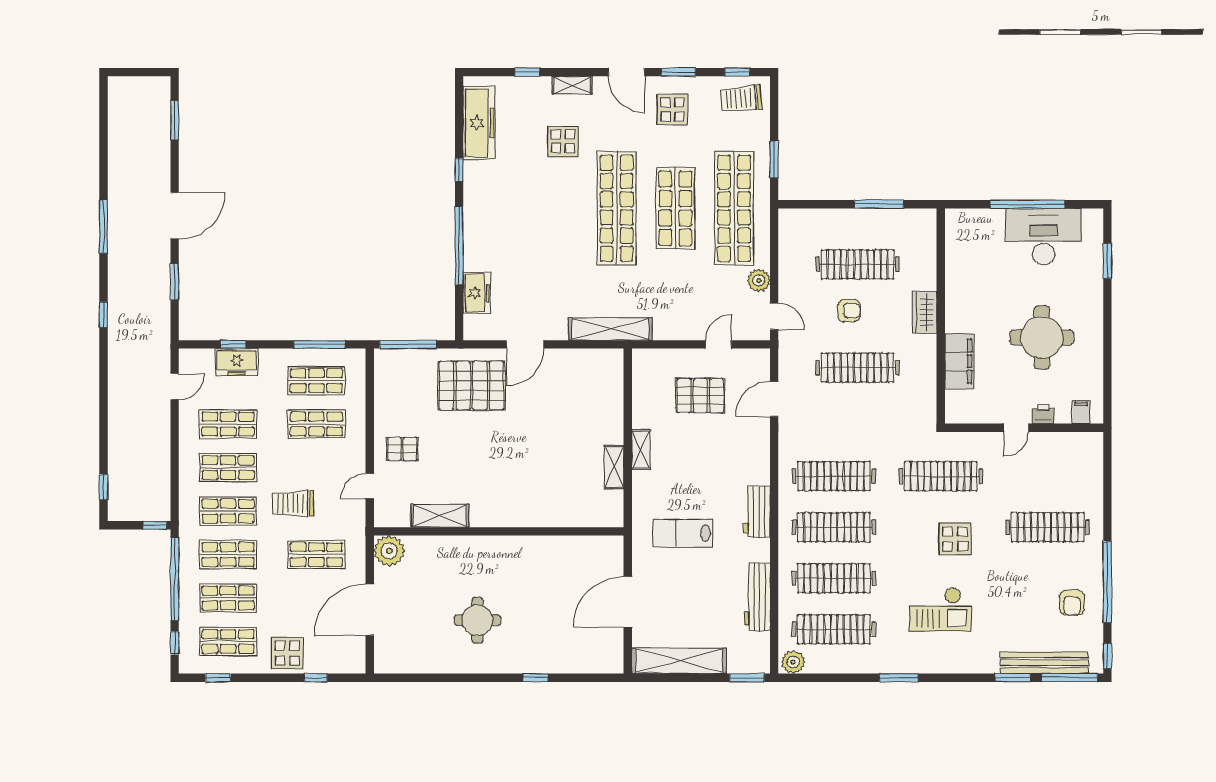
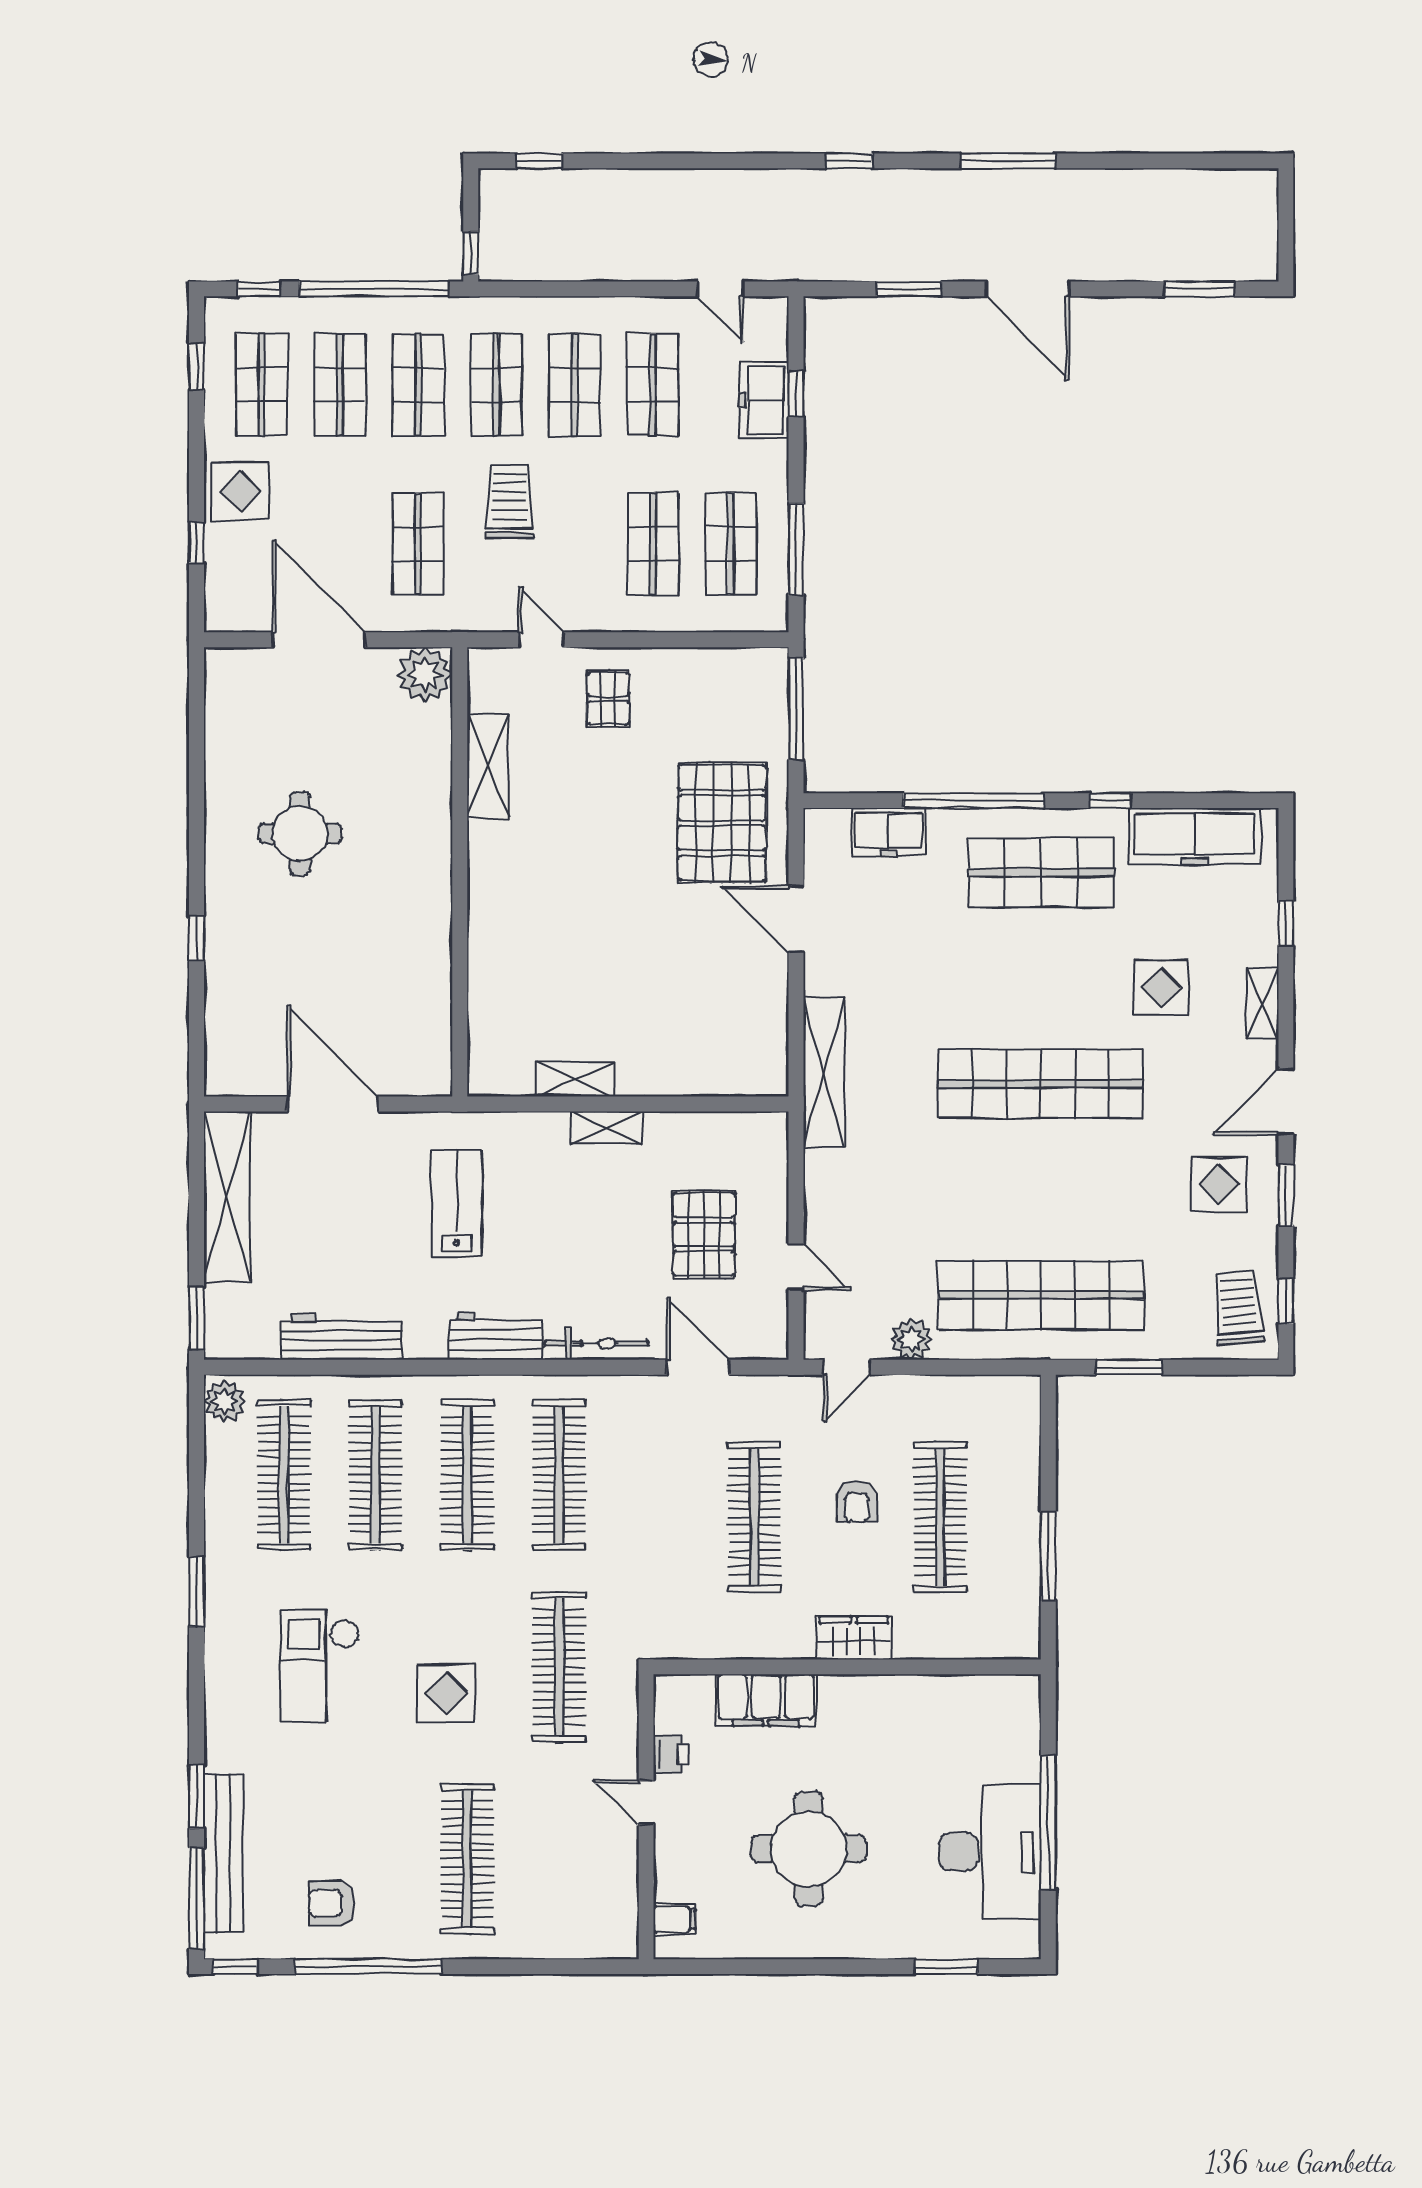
shop shelf: (675, 208) -> (1041, 873), moved
printer: (1043, 414) -> (671, 1754), moved
bicycle: (761, 455) -> (596, 1343), added

